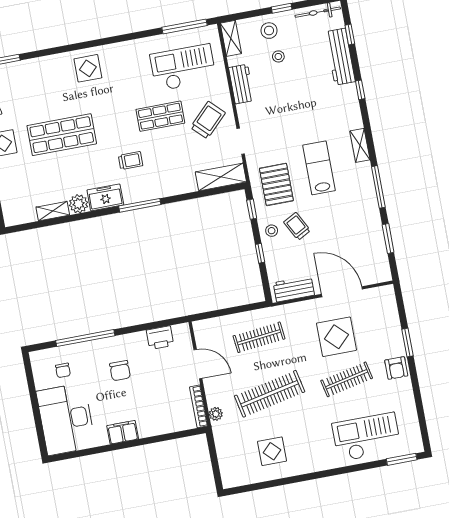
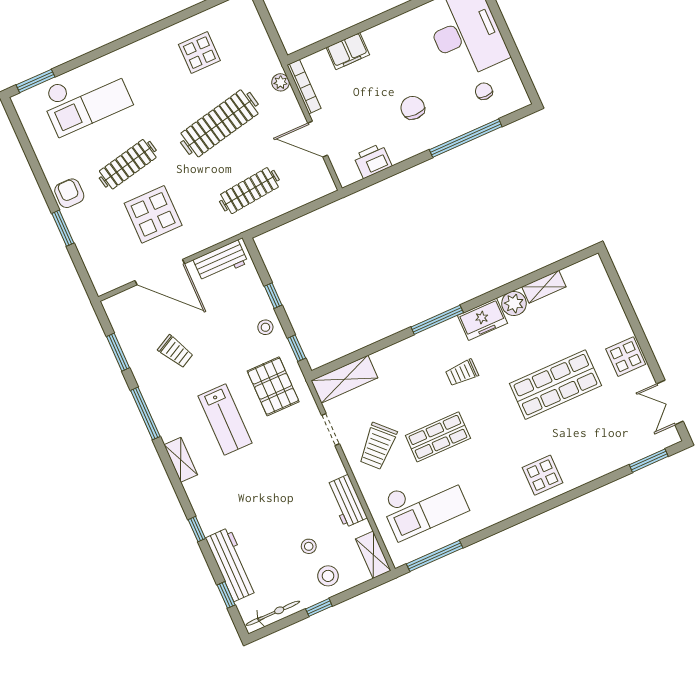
trolley: (297, 226) -> (175, 352), moved
filing cabinet: (123, 432) -> (348, 51), moved

